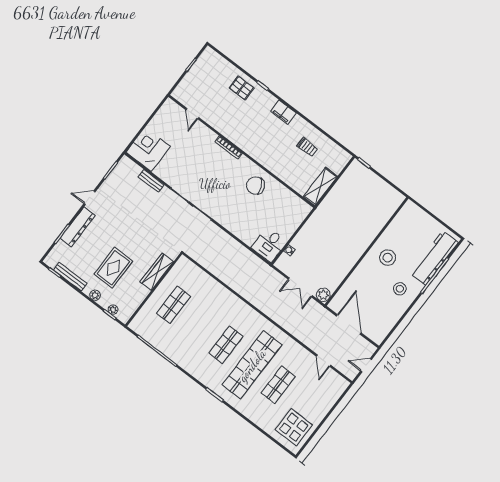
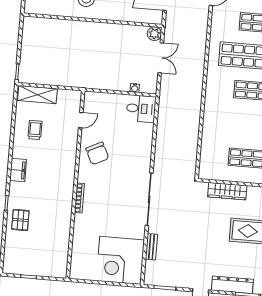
door: (192, 114) -> (81, 120), moved
corner desk: (148, 149) -> (120, 260), width x1.36, depth x1.36
shelving: (320, 186) -> (37, 95), moved

